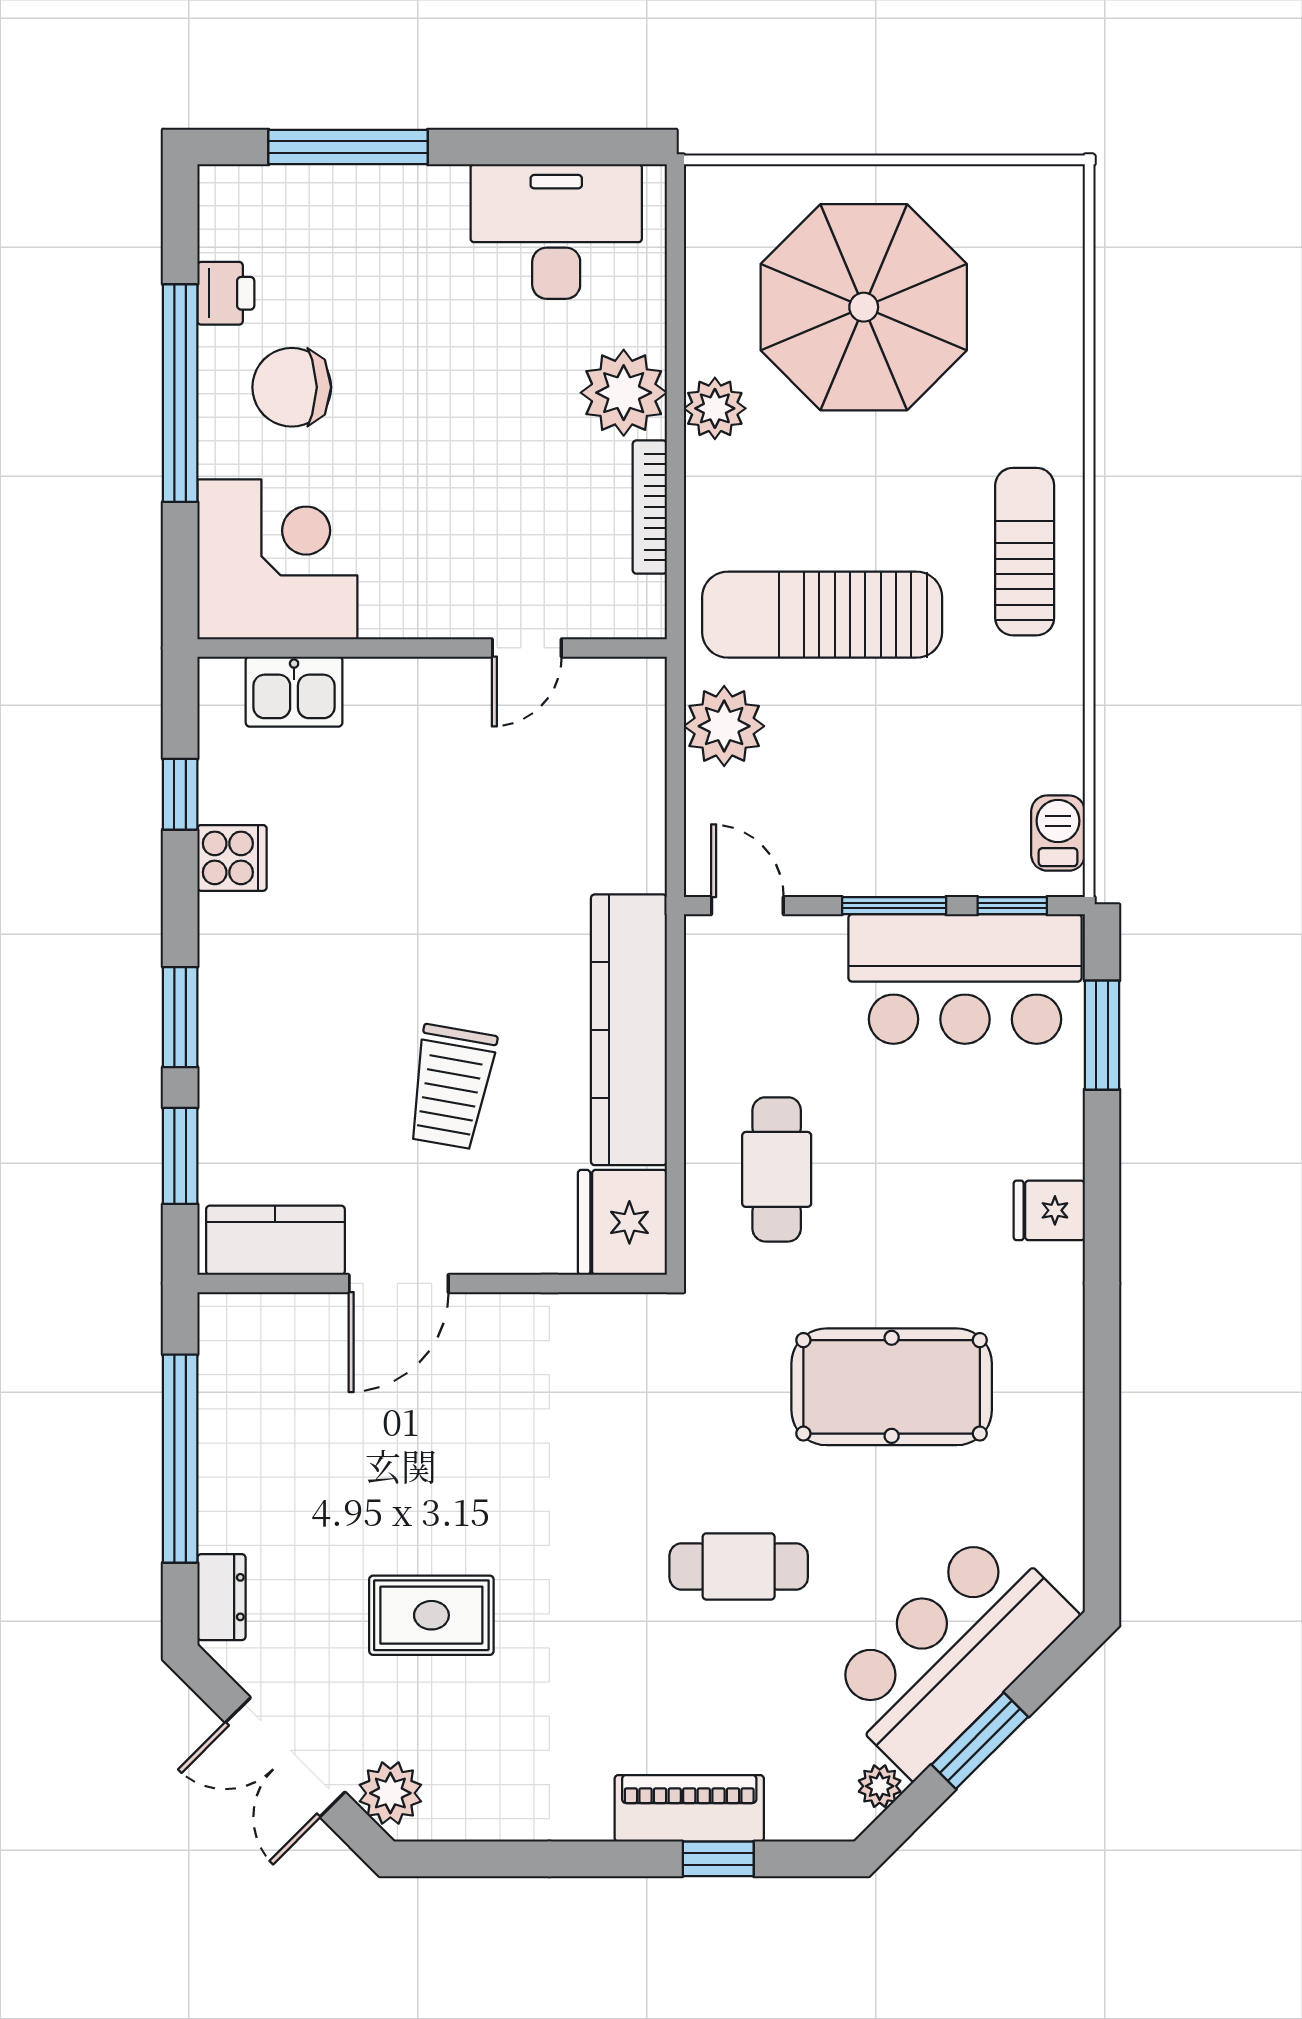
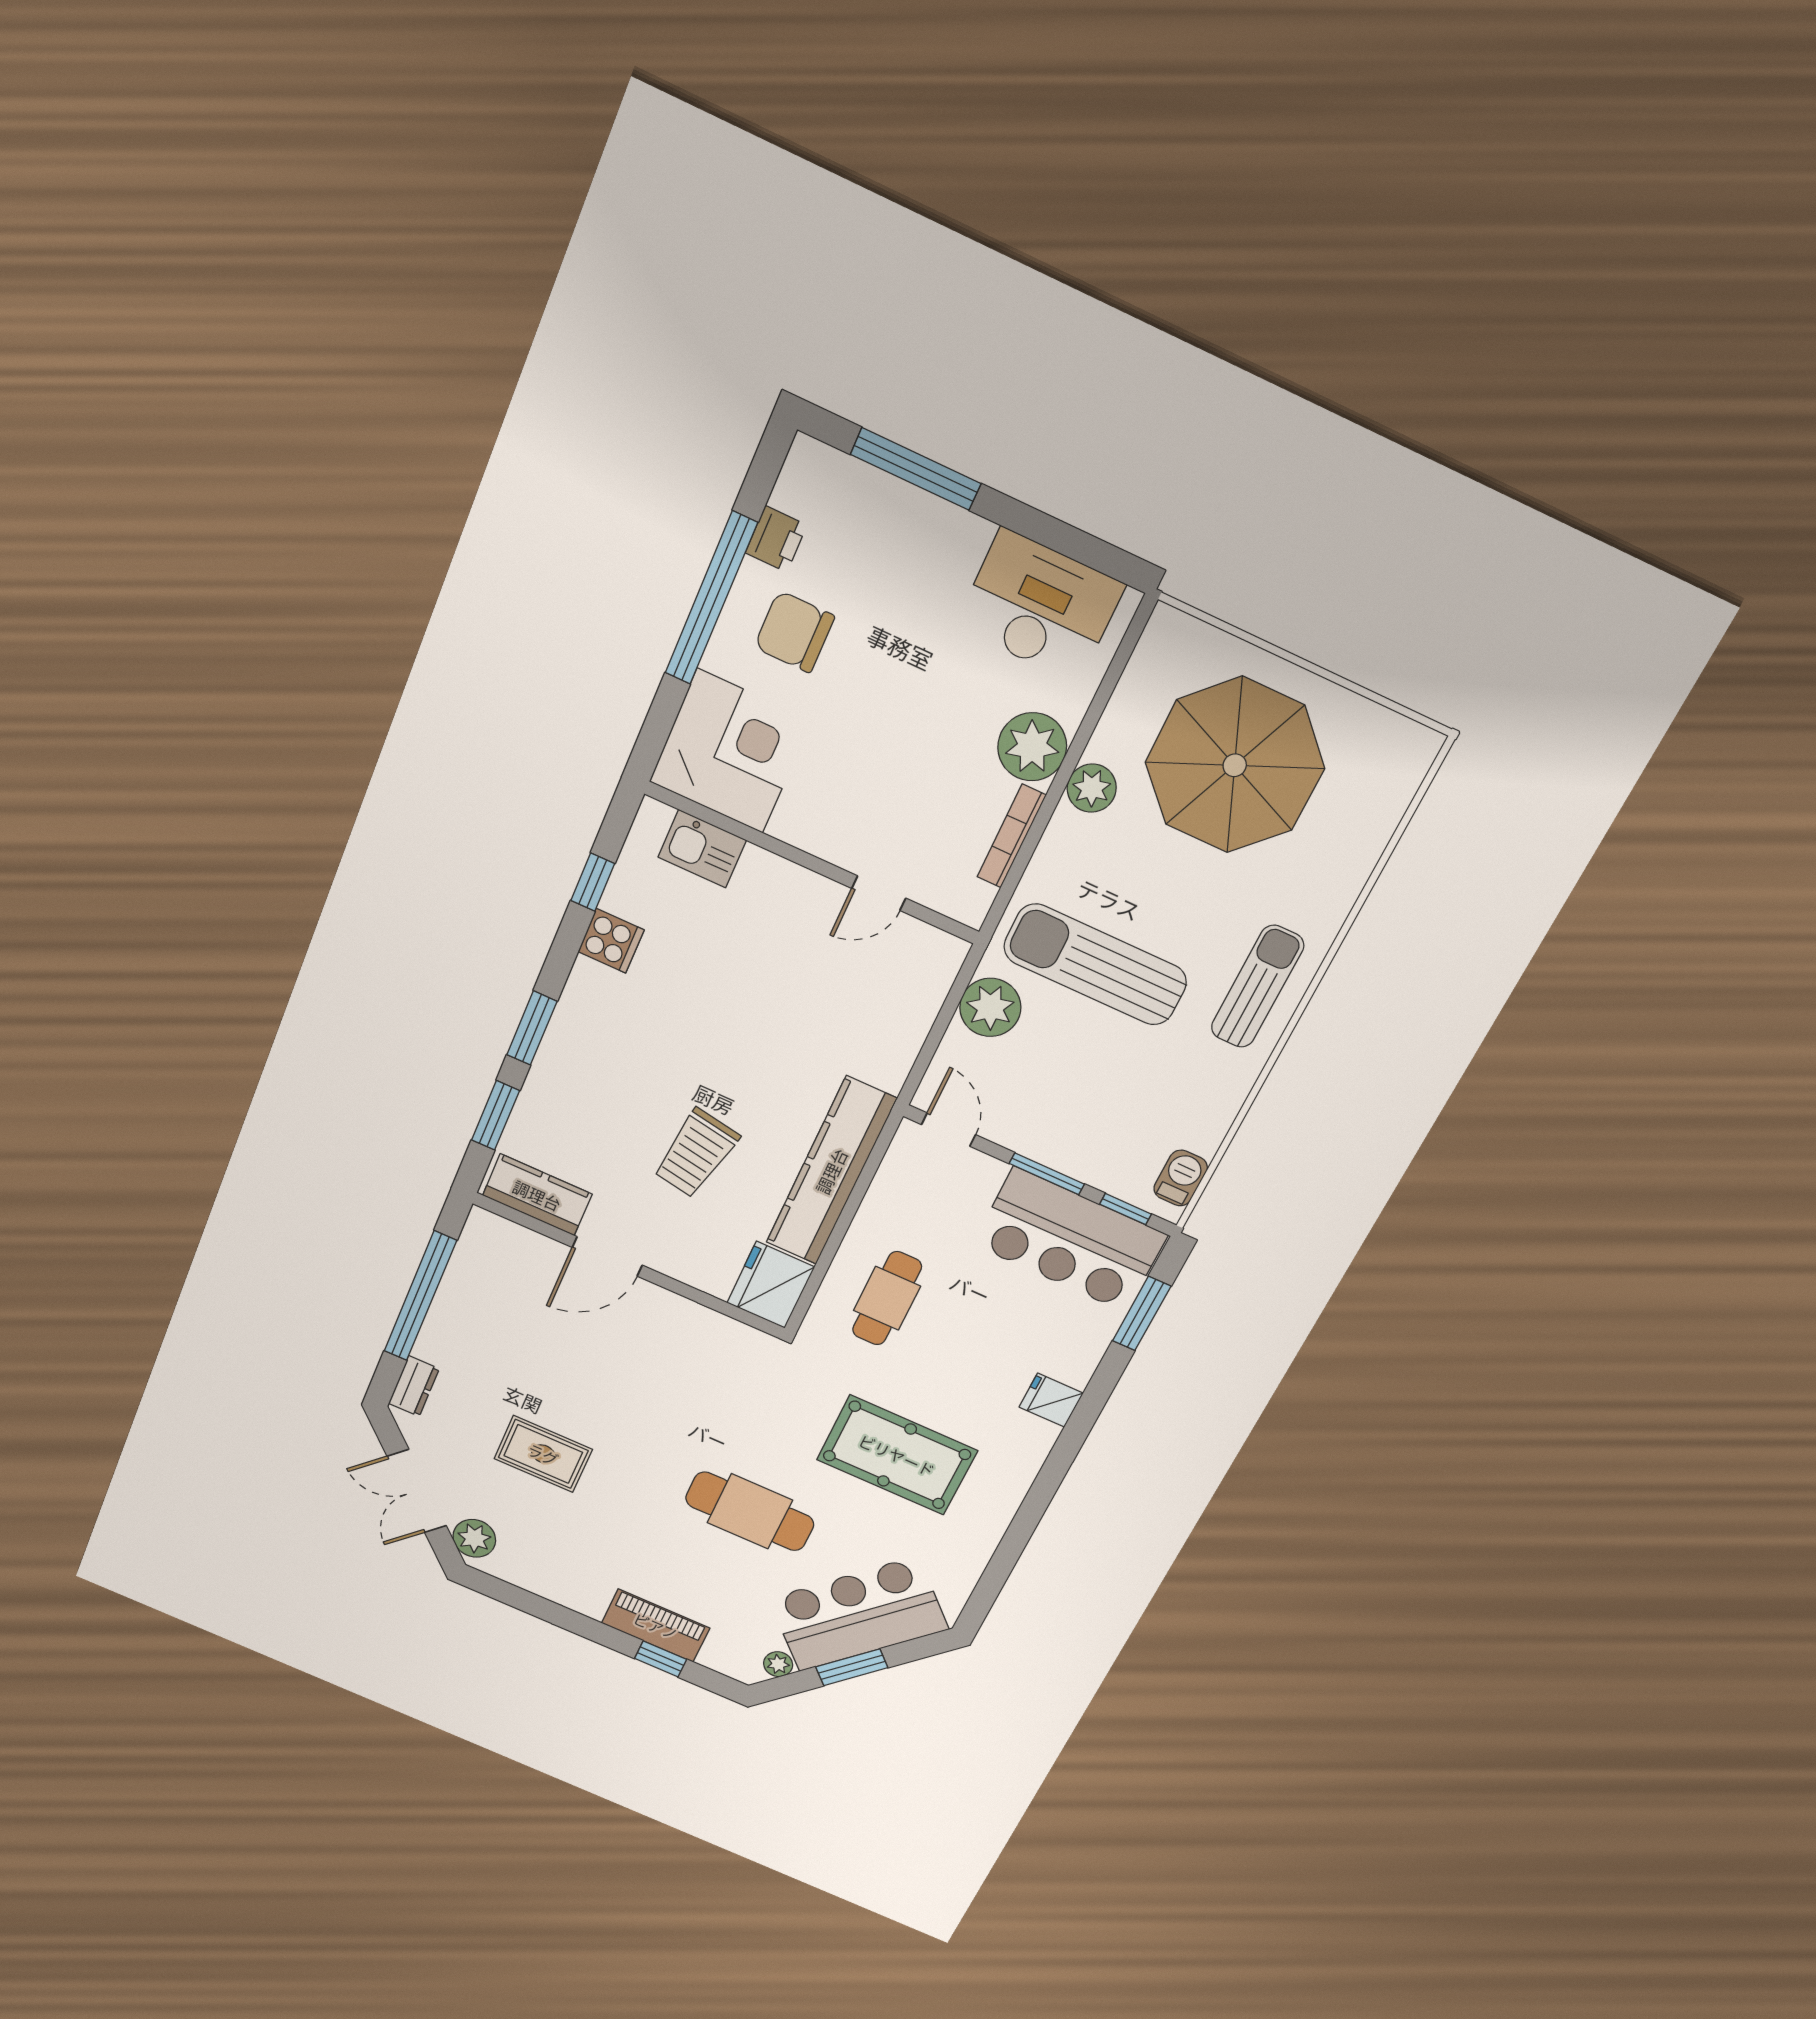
cafe table: (739, 1566) -> (750, 1511), width x1.37, depth x1.35

